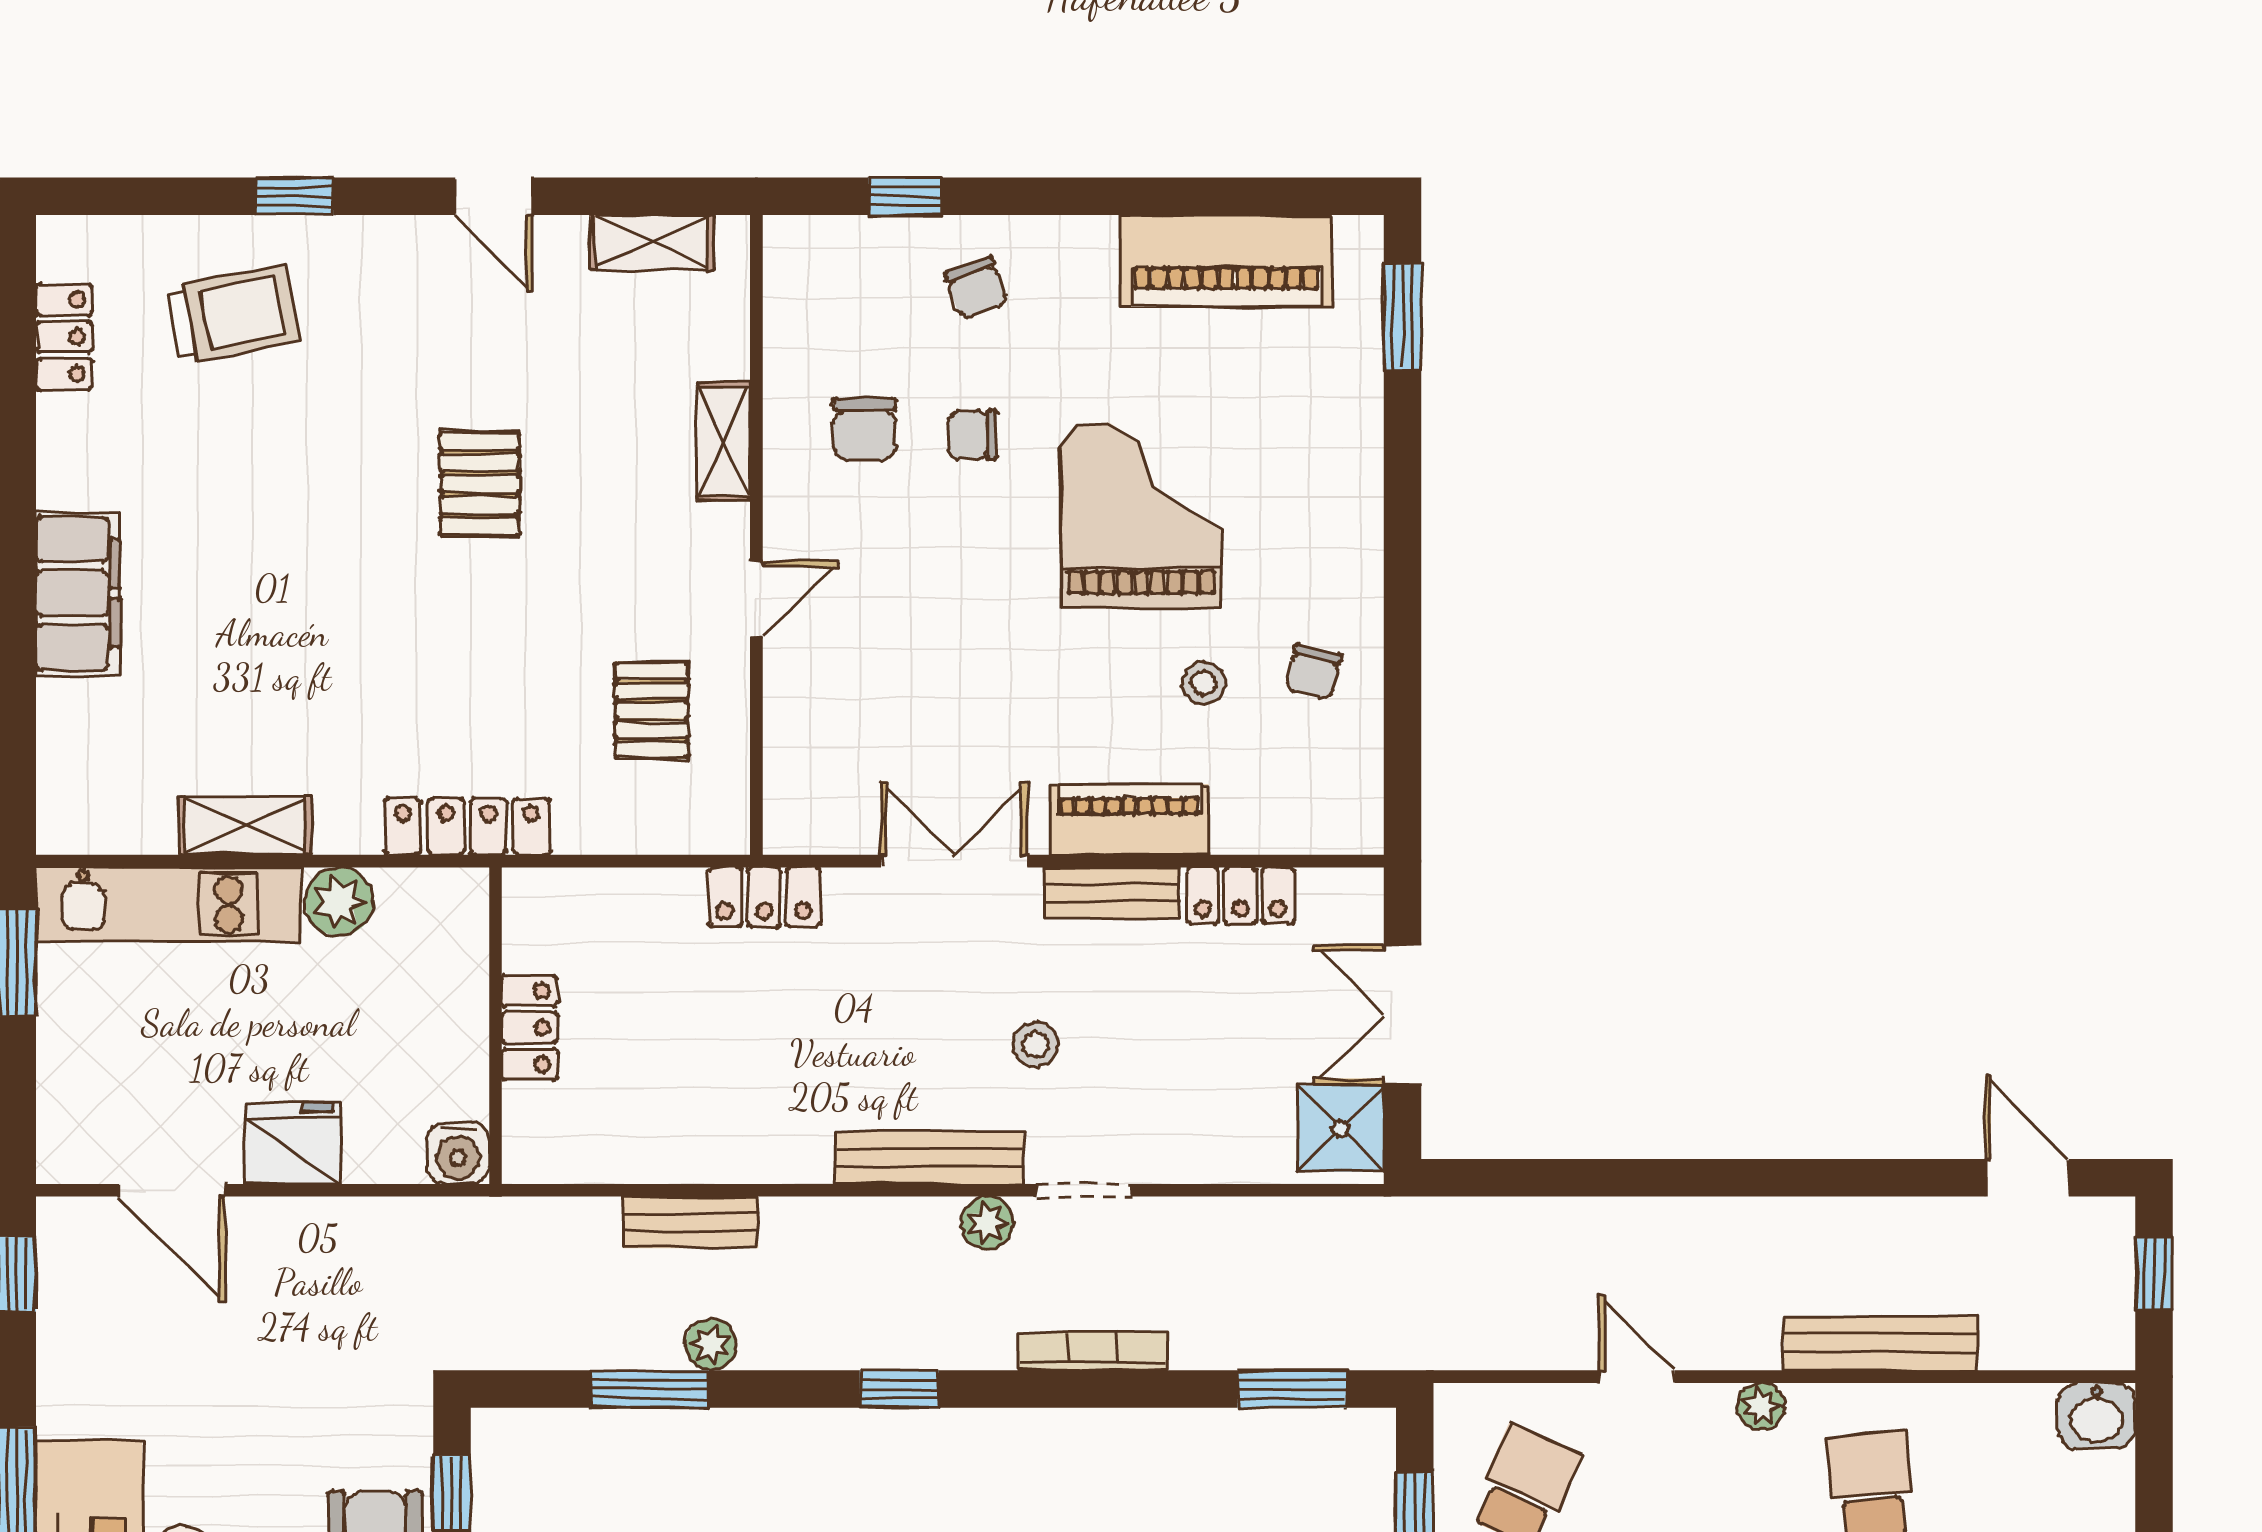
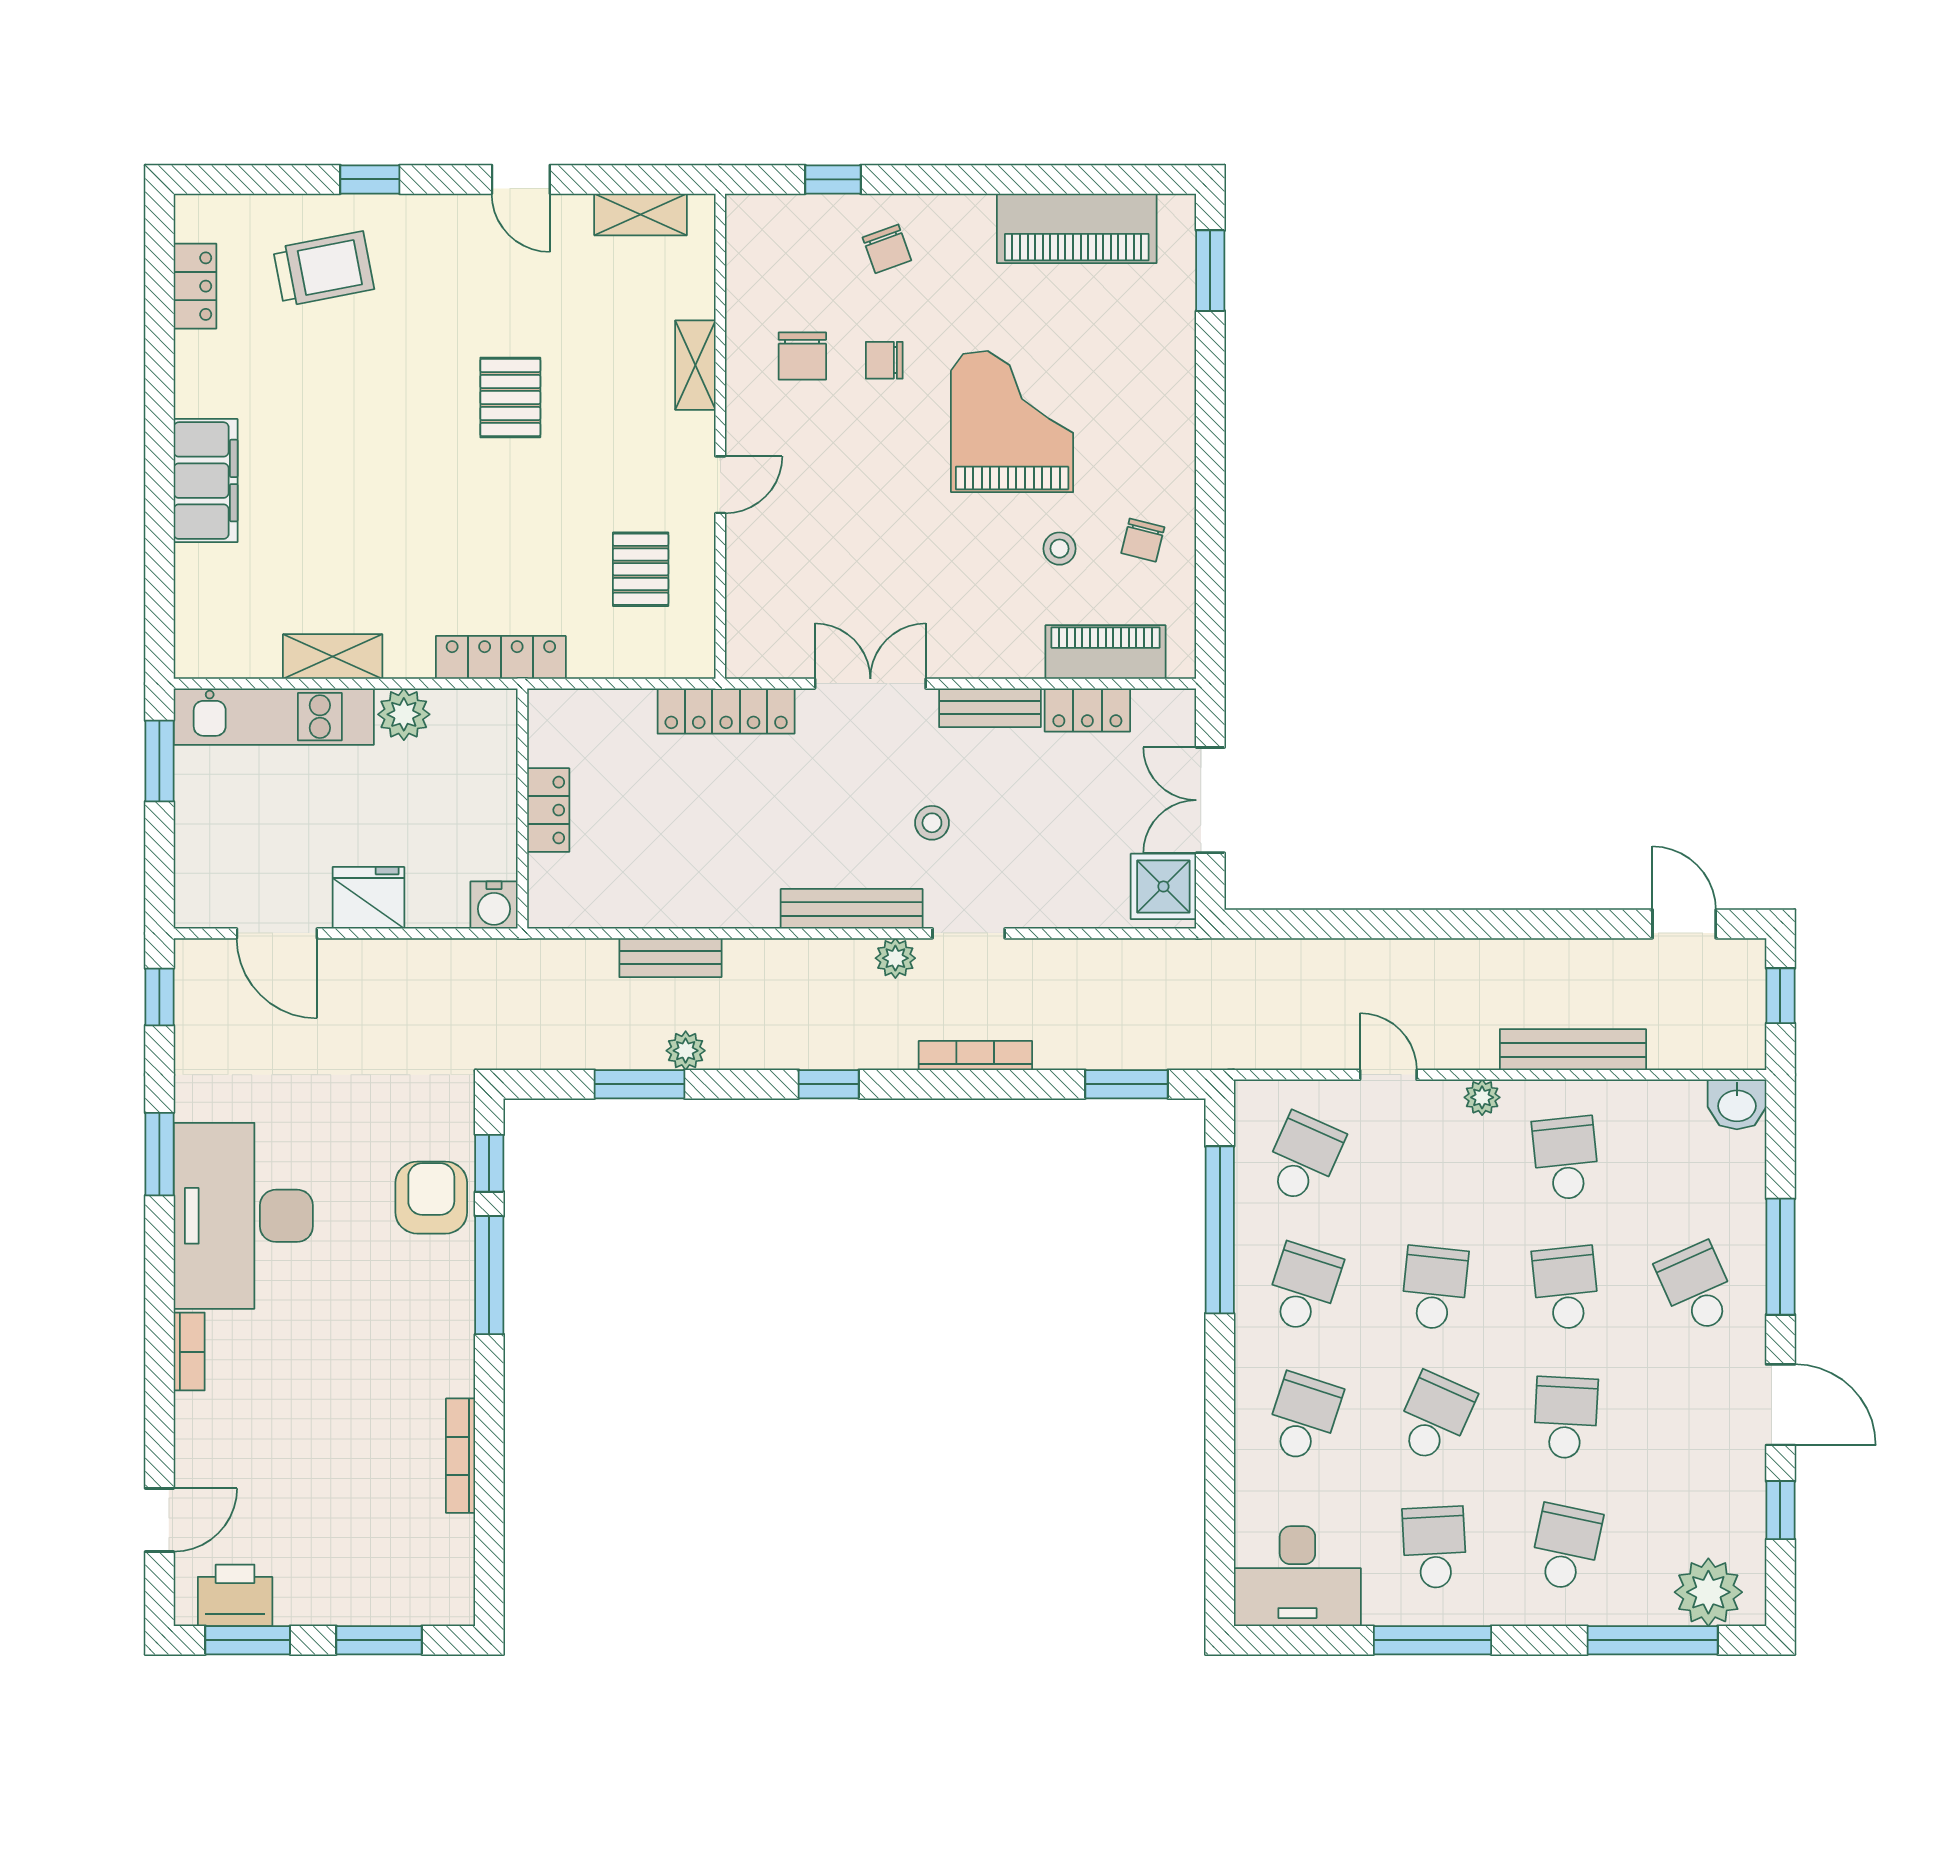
piano: (1129, 819) -> (1106, 652), moved
locker: (764, 897) -> (726, 711), width x1.53

